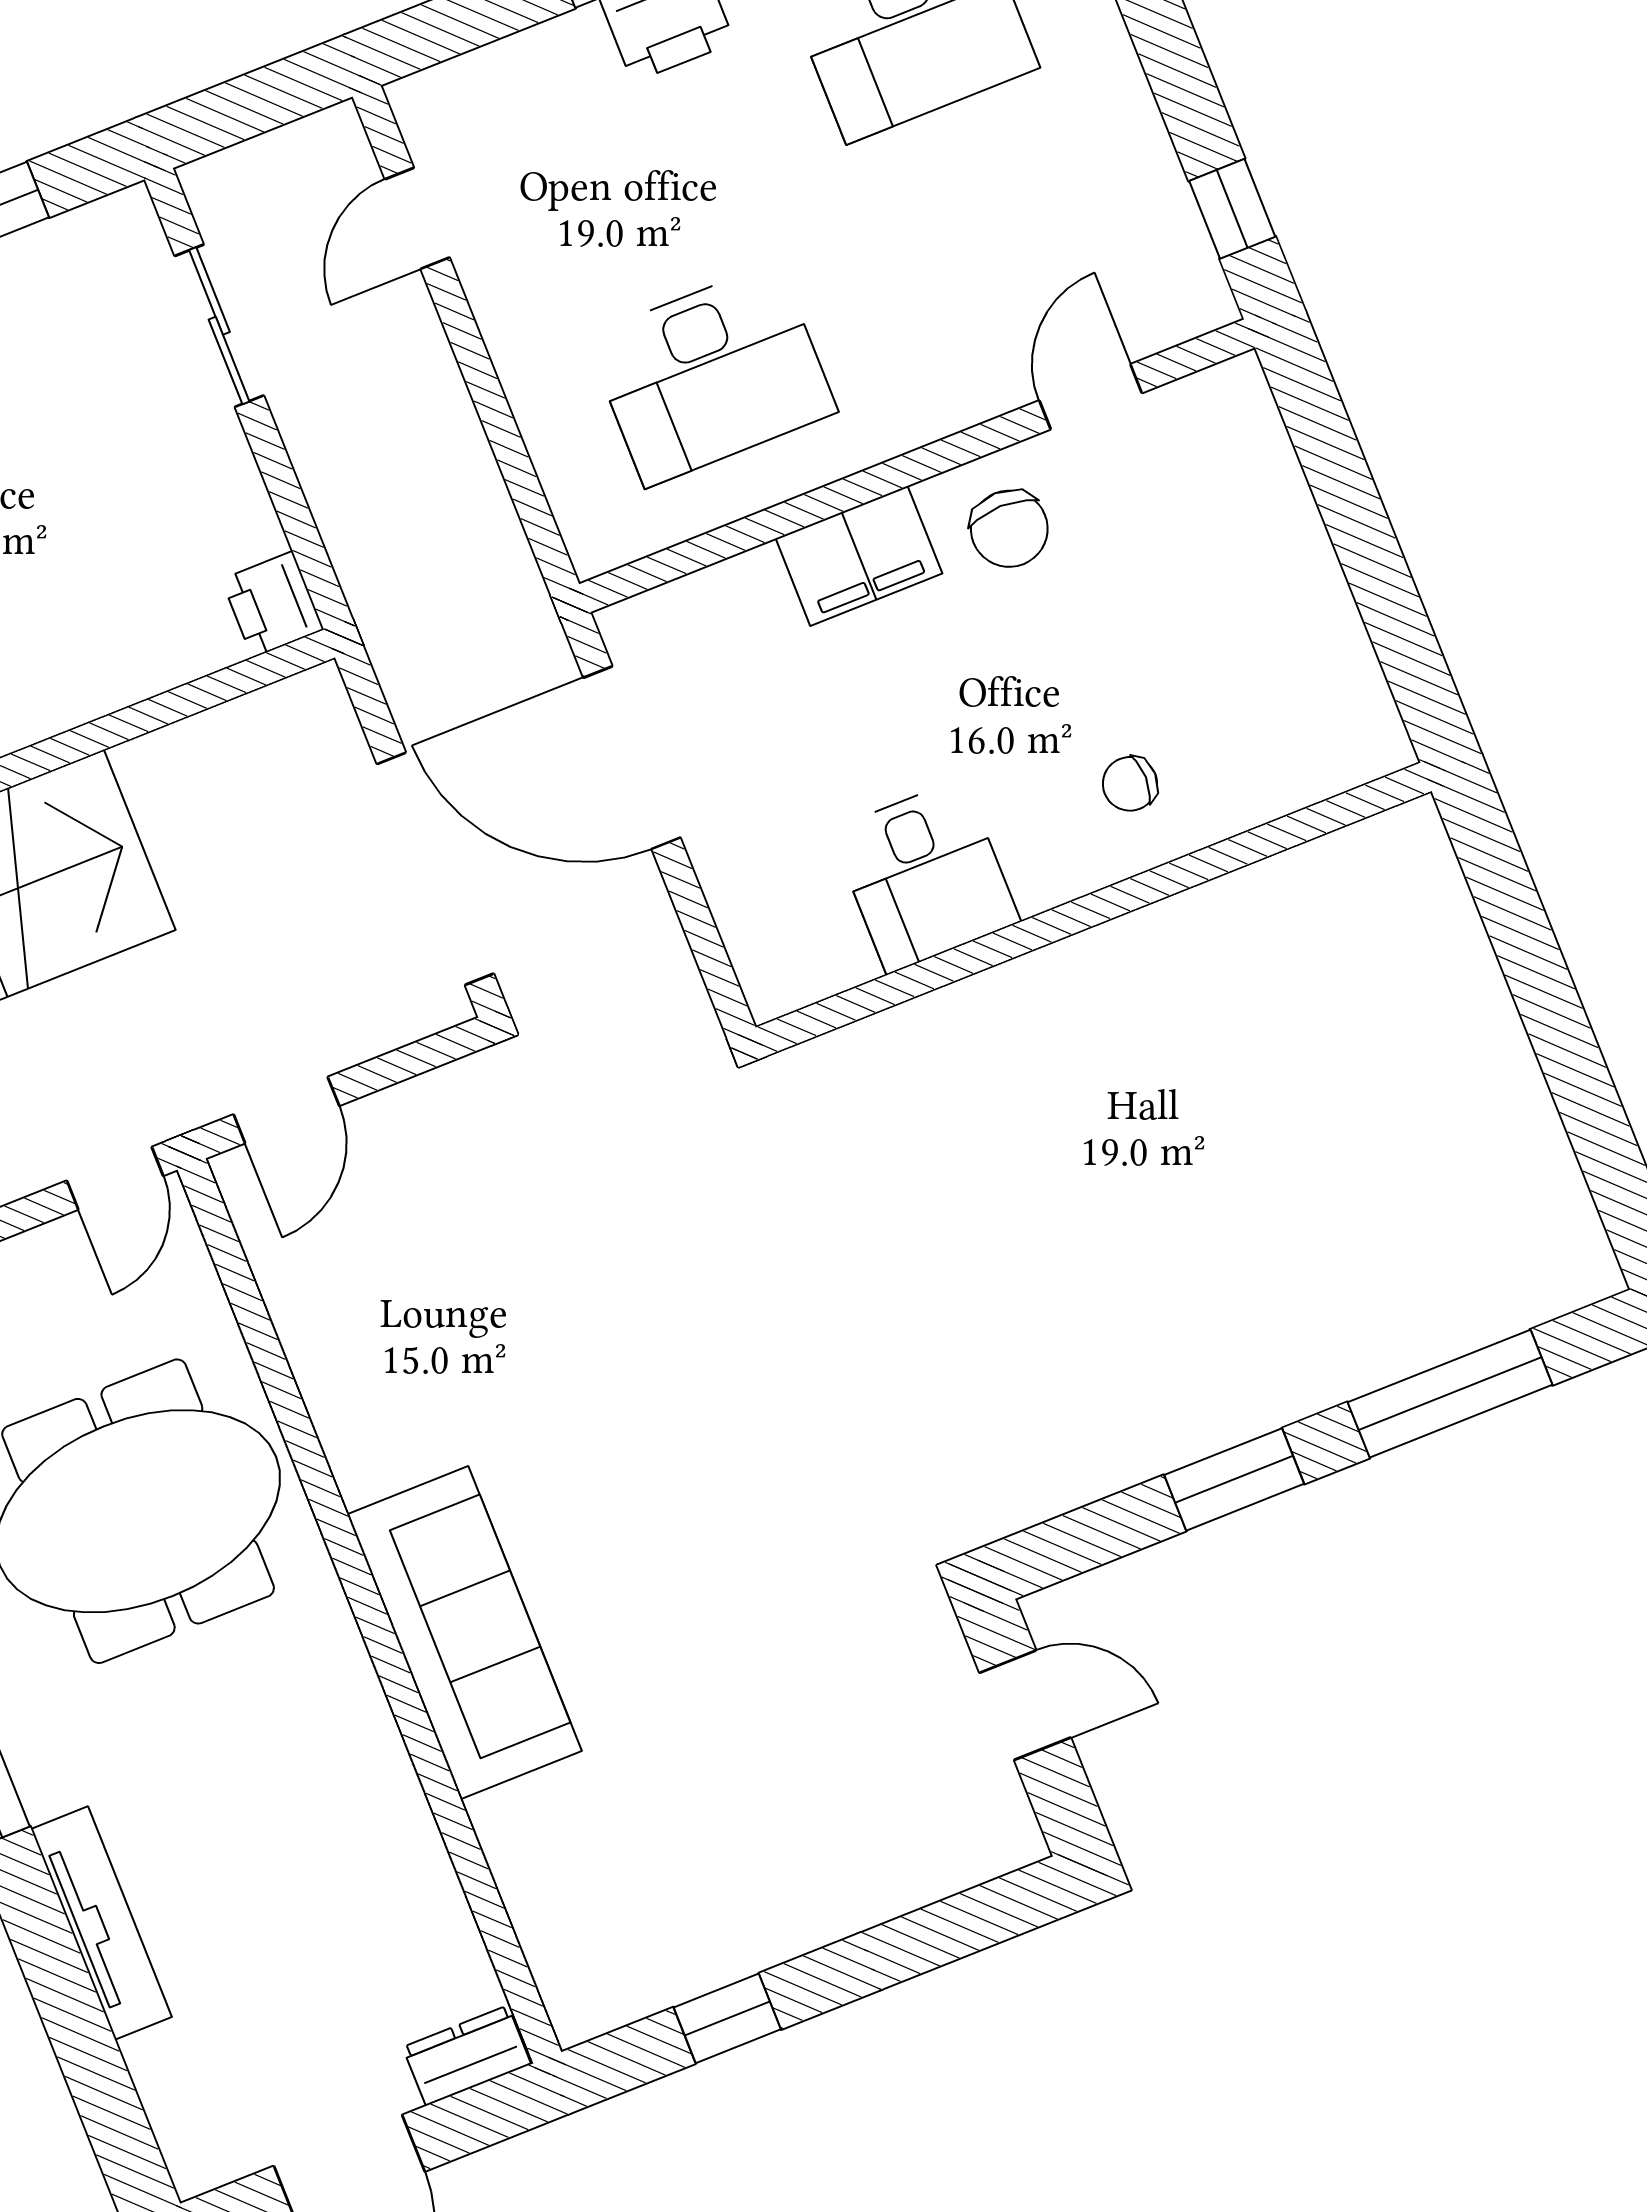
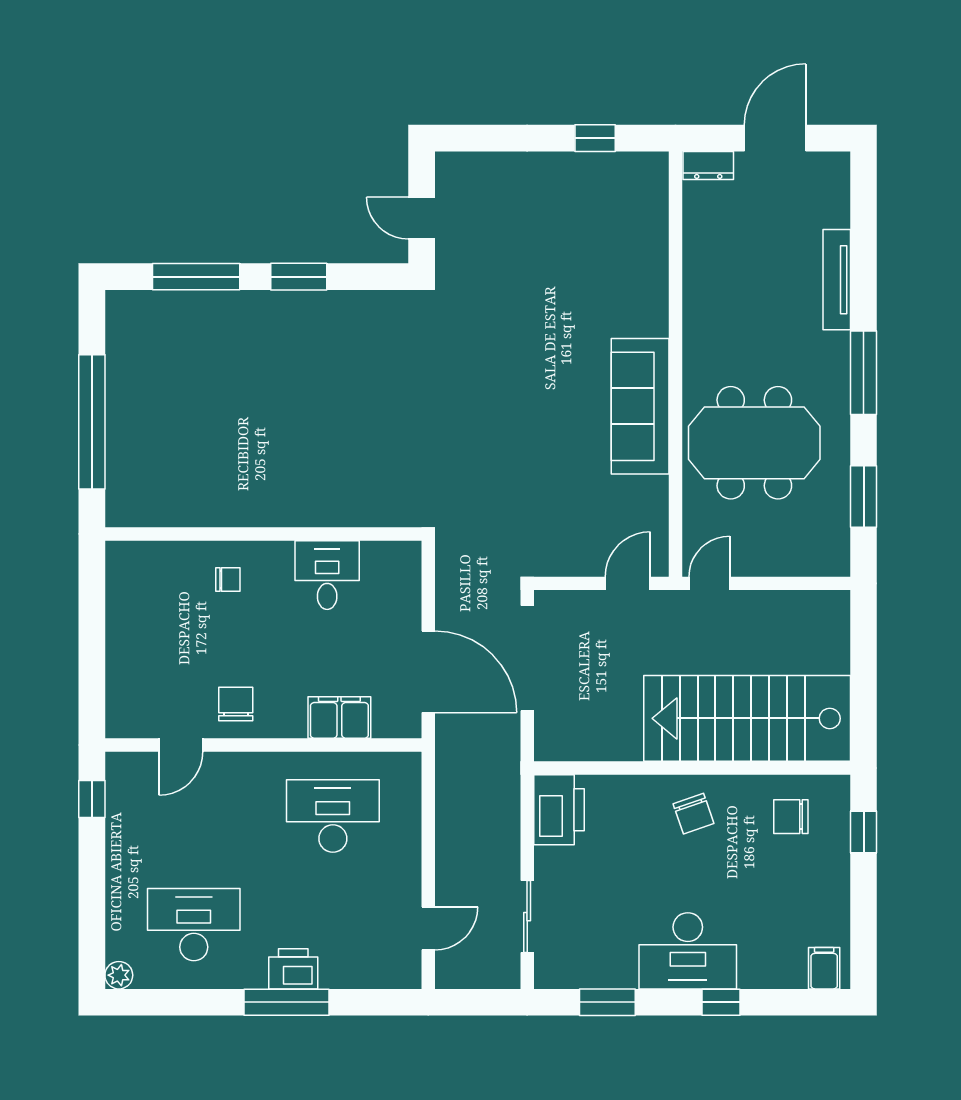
filing cabinet: (859, 556) -> (339, 717), moved
printer: (273, 604) -> (559, 810), width x1.87, depth x1.48
window: (1548, 1001) -> (92, 422), added
sofa: (464, 1633) -> (640, 406), moved

